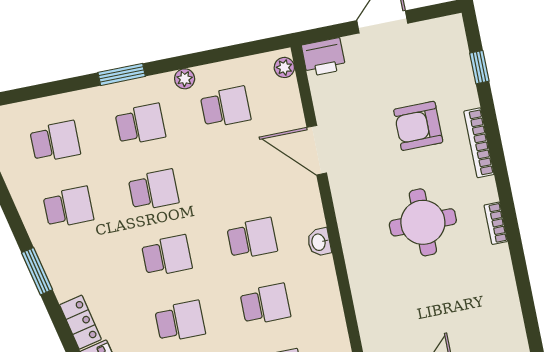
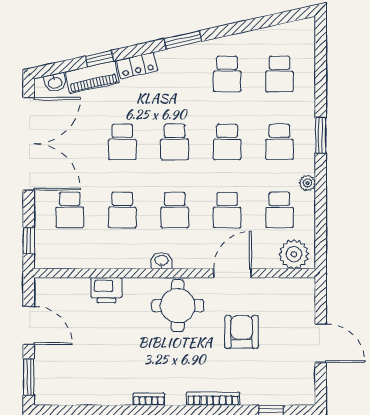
printer: (324, 57) -> (106, 290), moved, turned -90
plant: (284, 67) -> (294, 254), width x1.88, depth x1.88
armchair: (418, 126) -> (242, 332), moved
school desk: (239, 173) -> (227, 210), added
round table: (423, 222) -> (178, 306), moved

